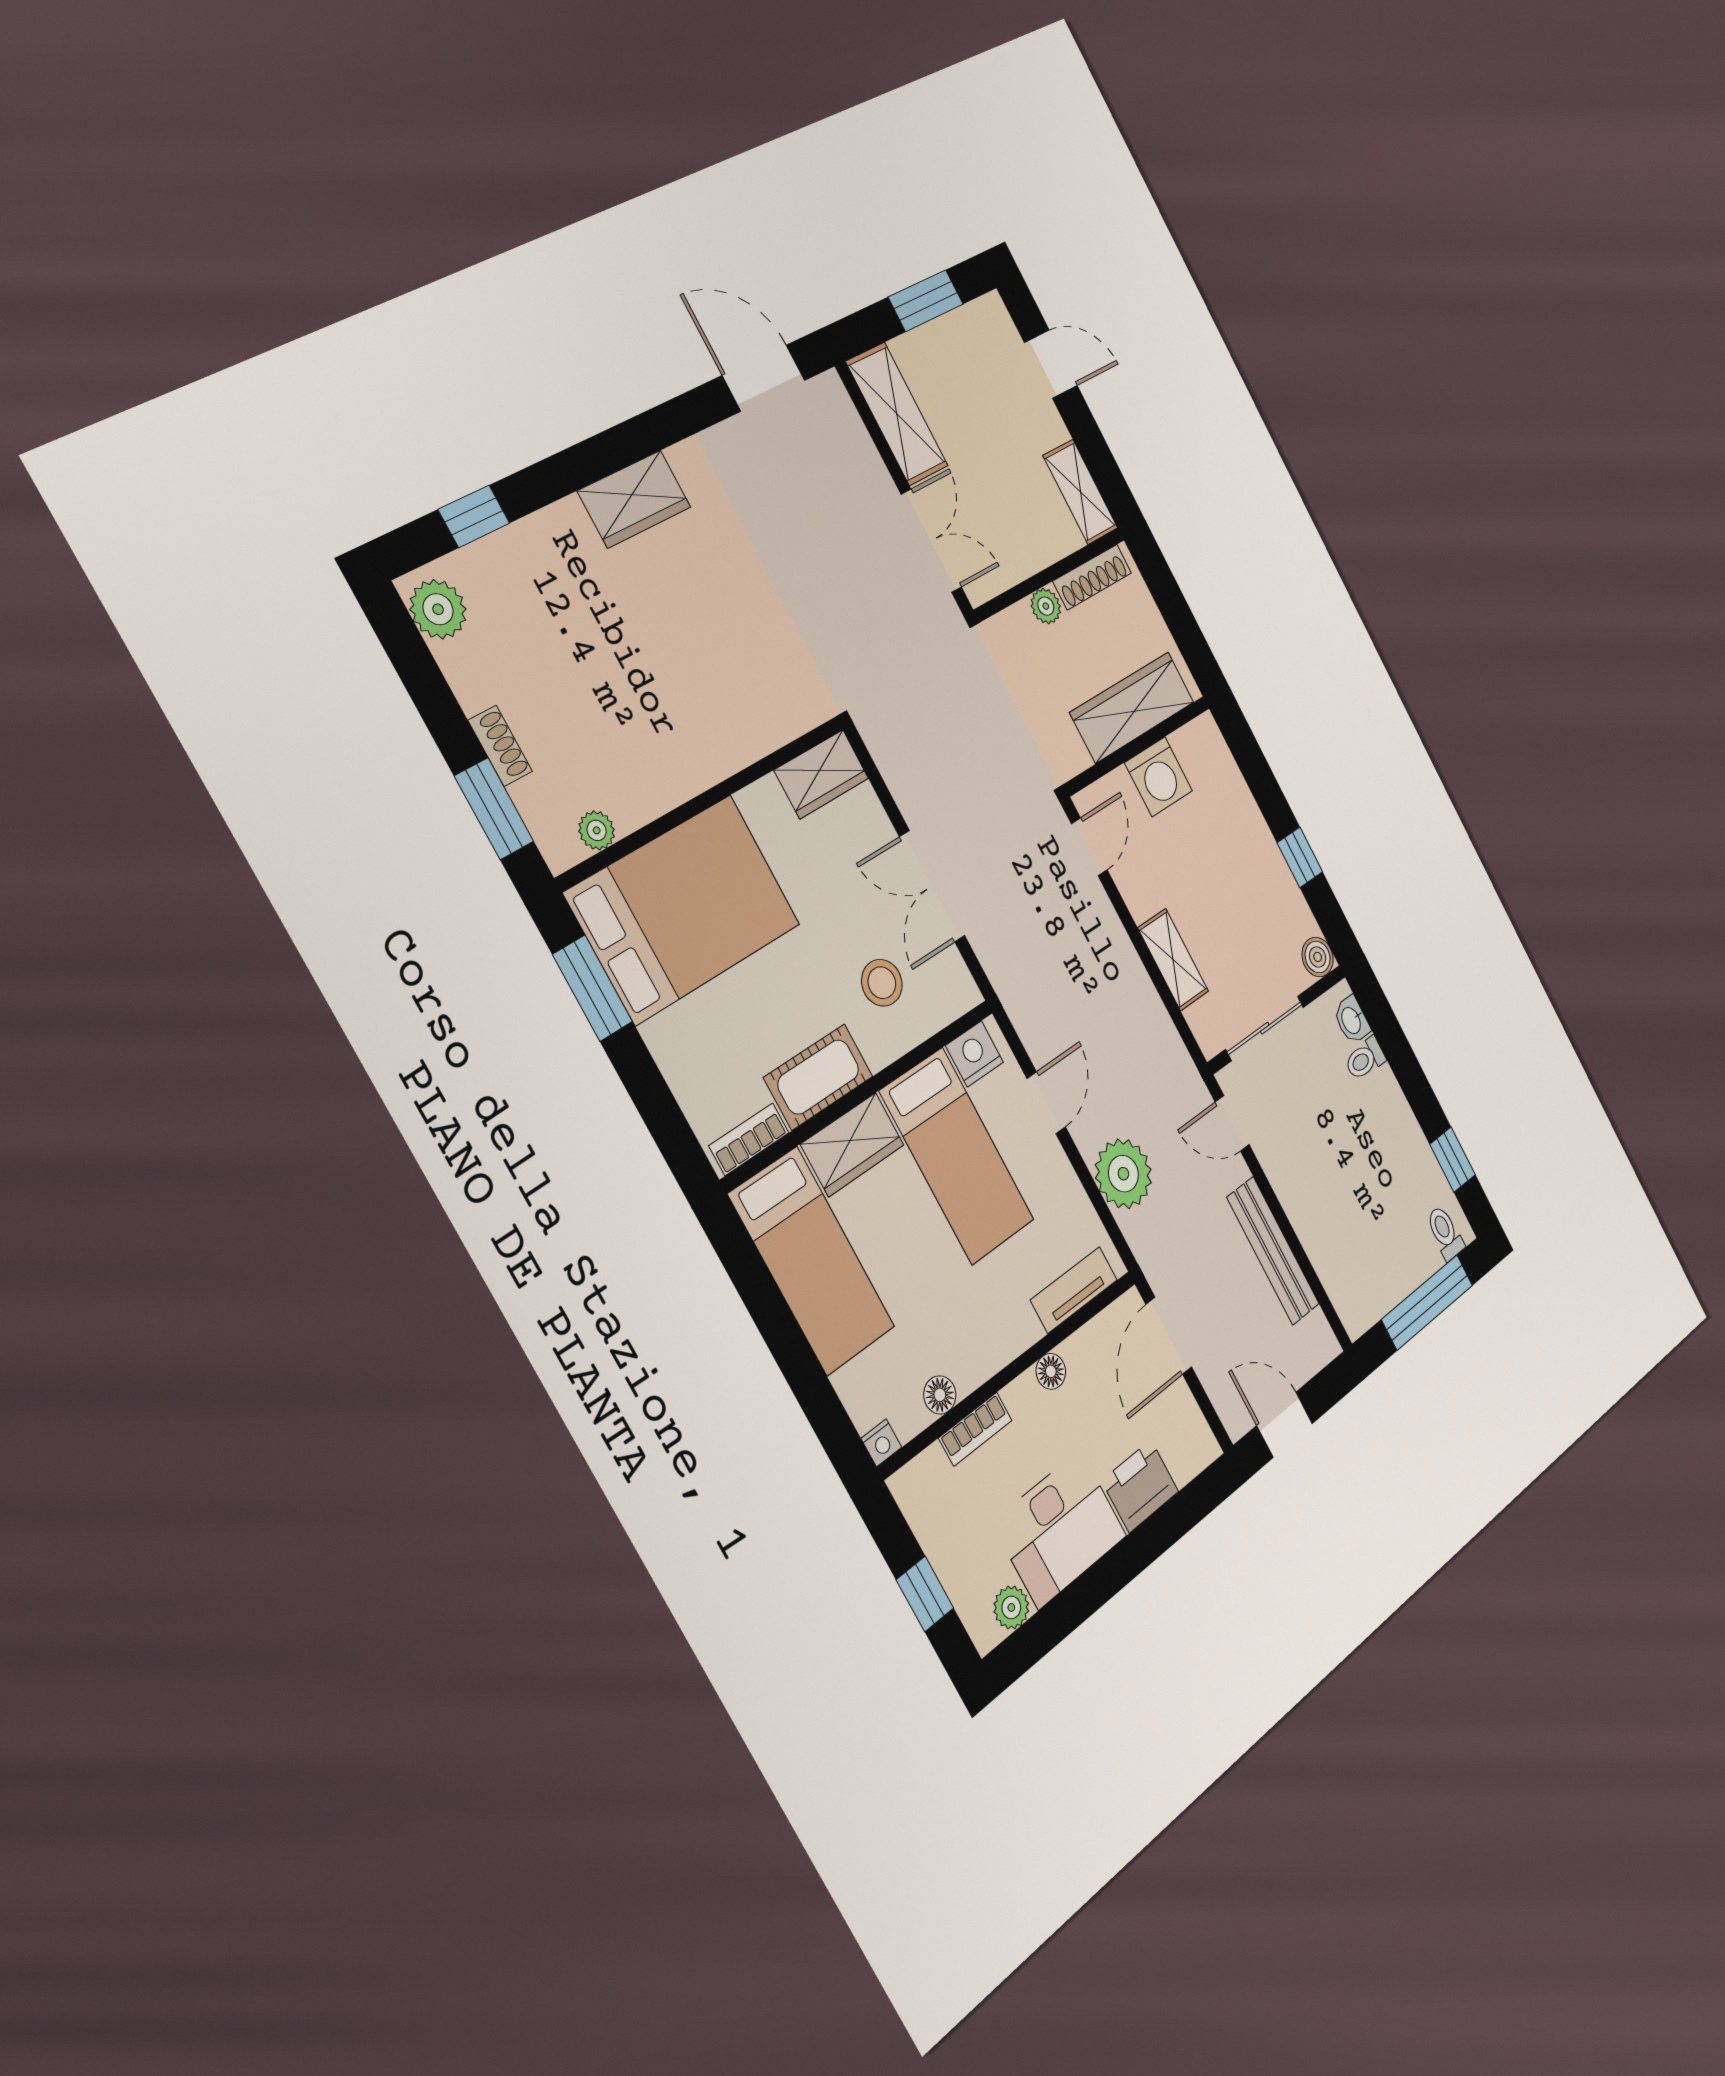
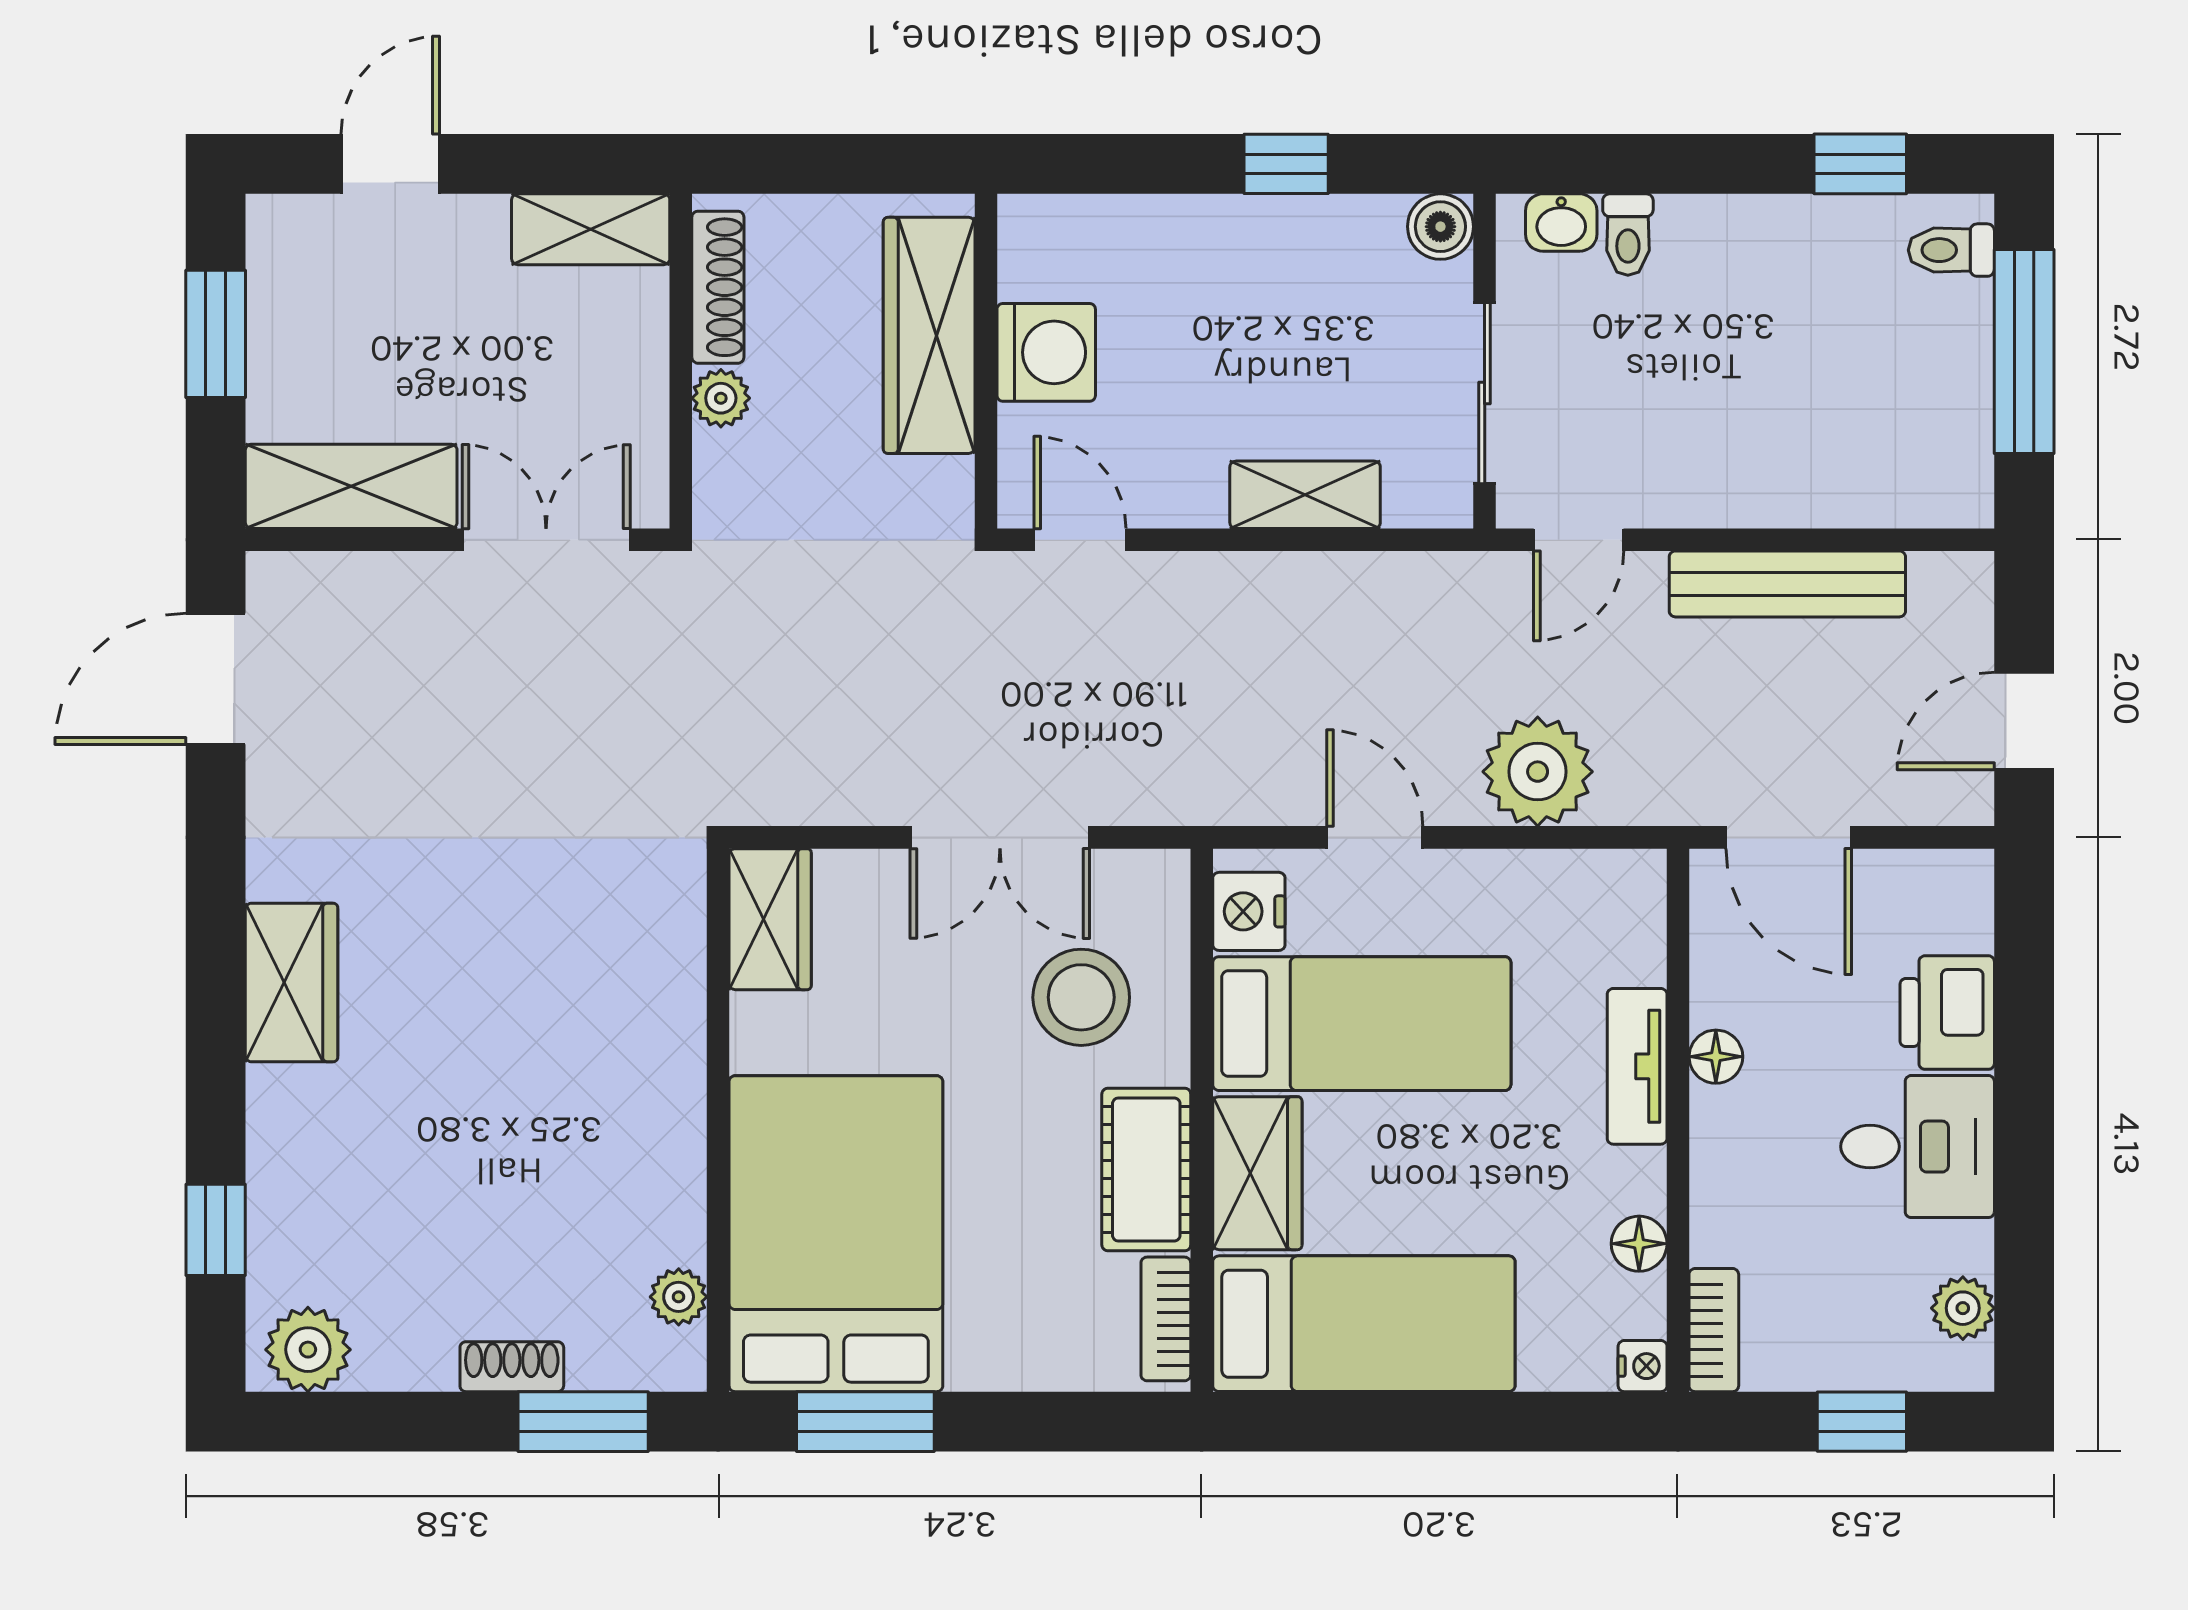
stool: (882, 983) -> (1081, 997), width x1.38, depth x1.38
tv unit: (1074, 1290) -> (1637, 1066), moved
bookcase: (975, 1429) -> (1714, 1330), moved
desk: (1060, 1529) -> (1918, 1147), width x0.73

